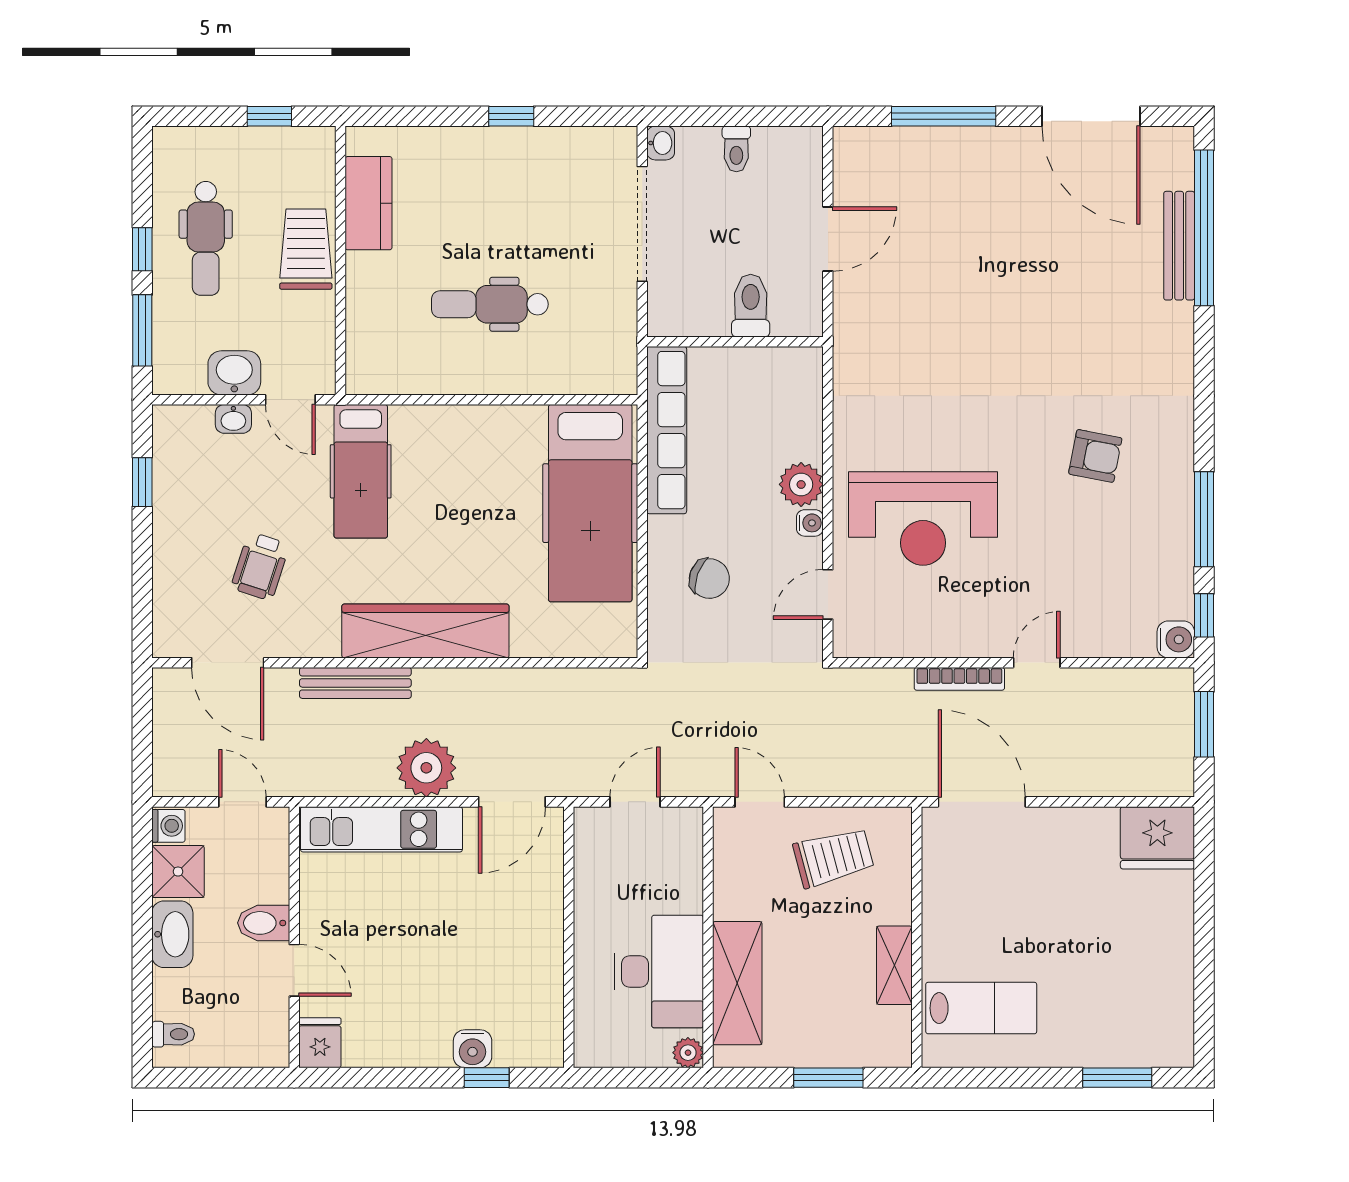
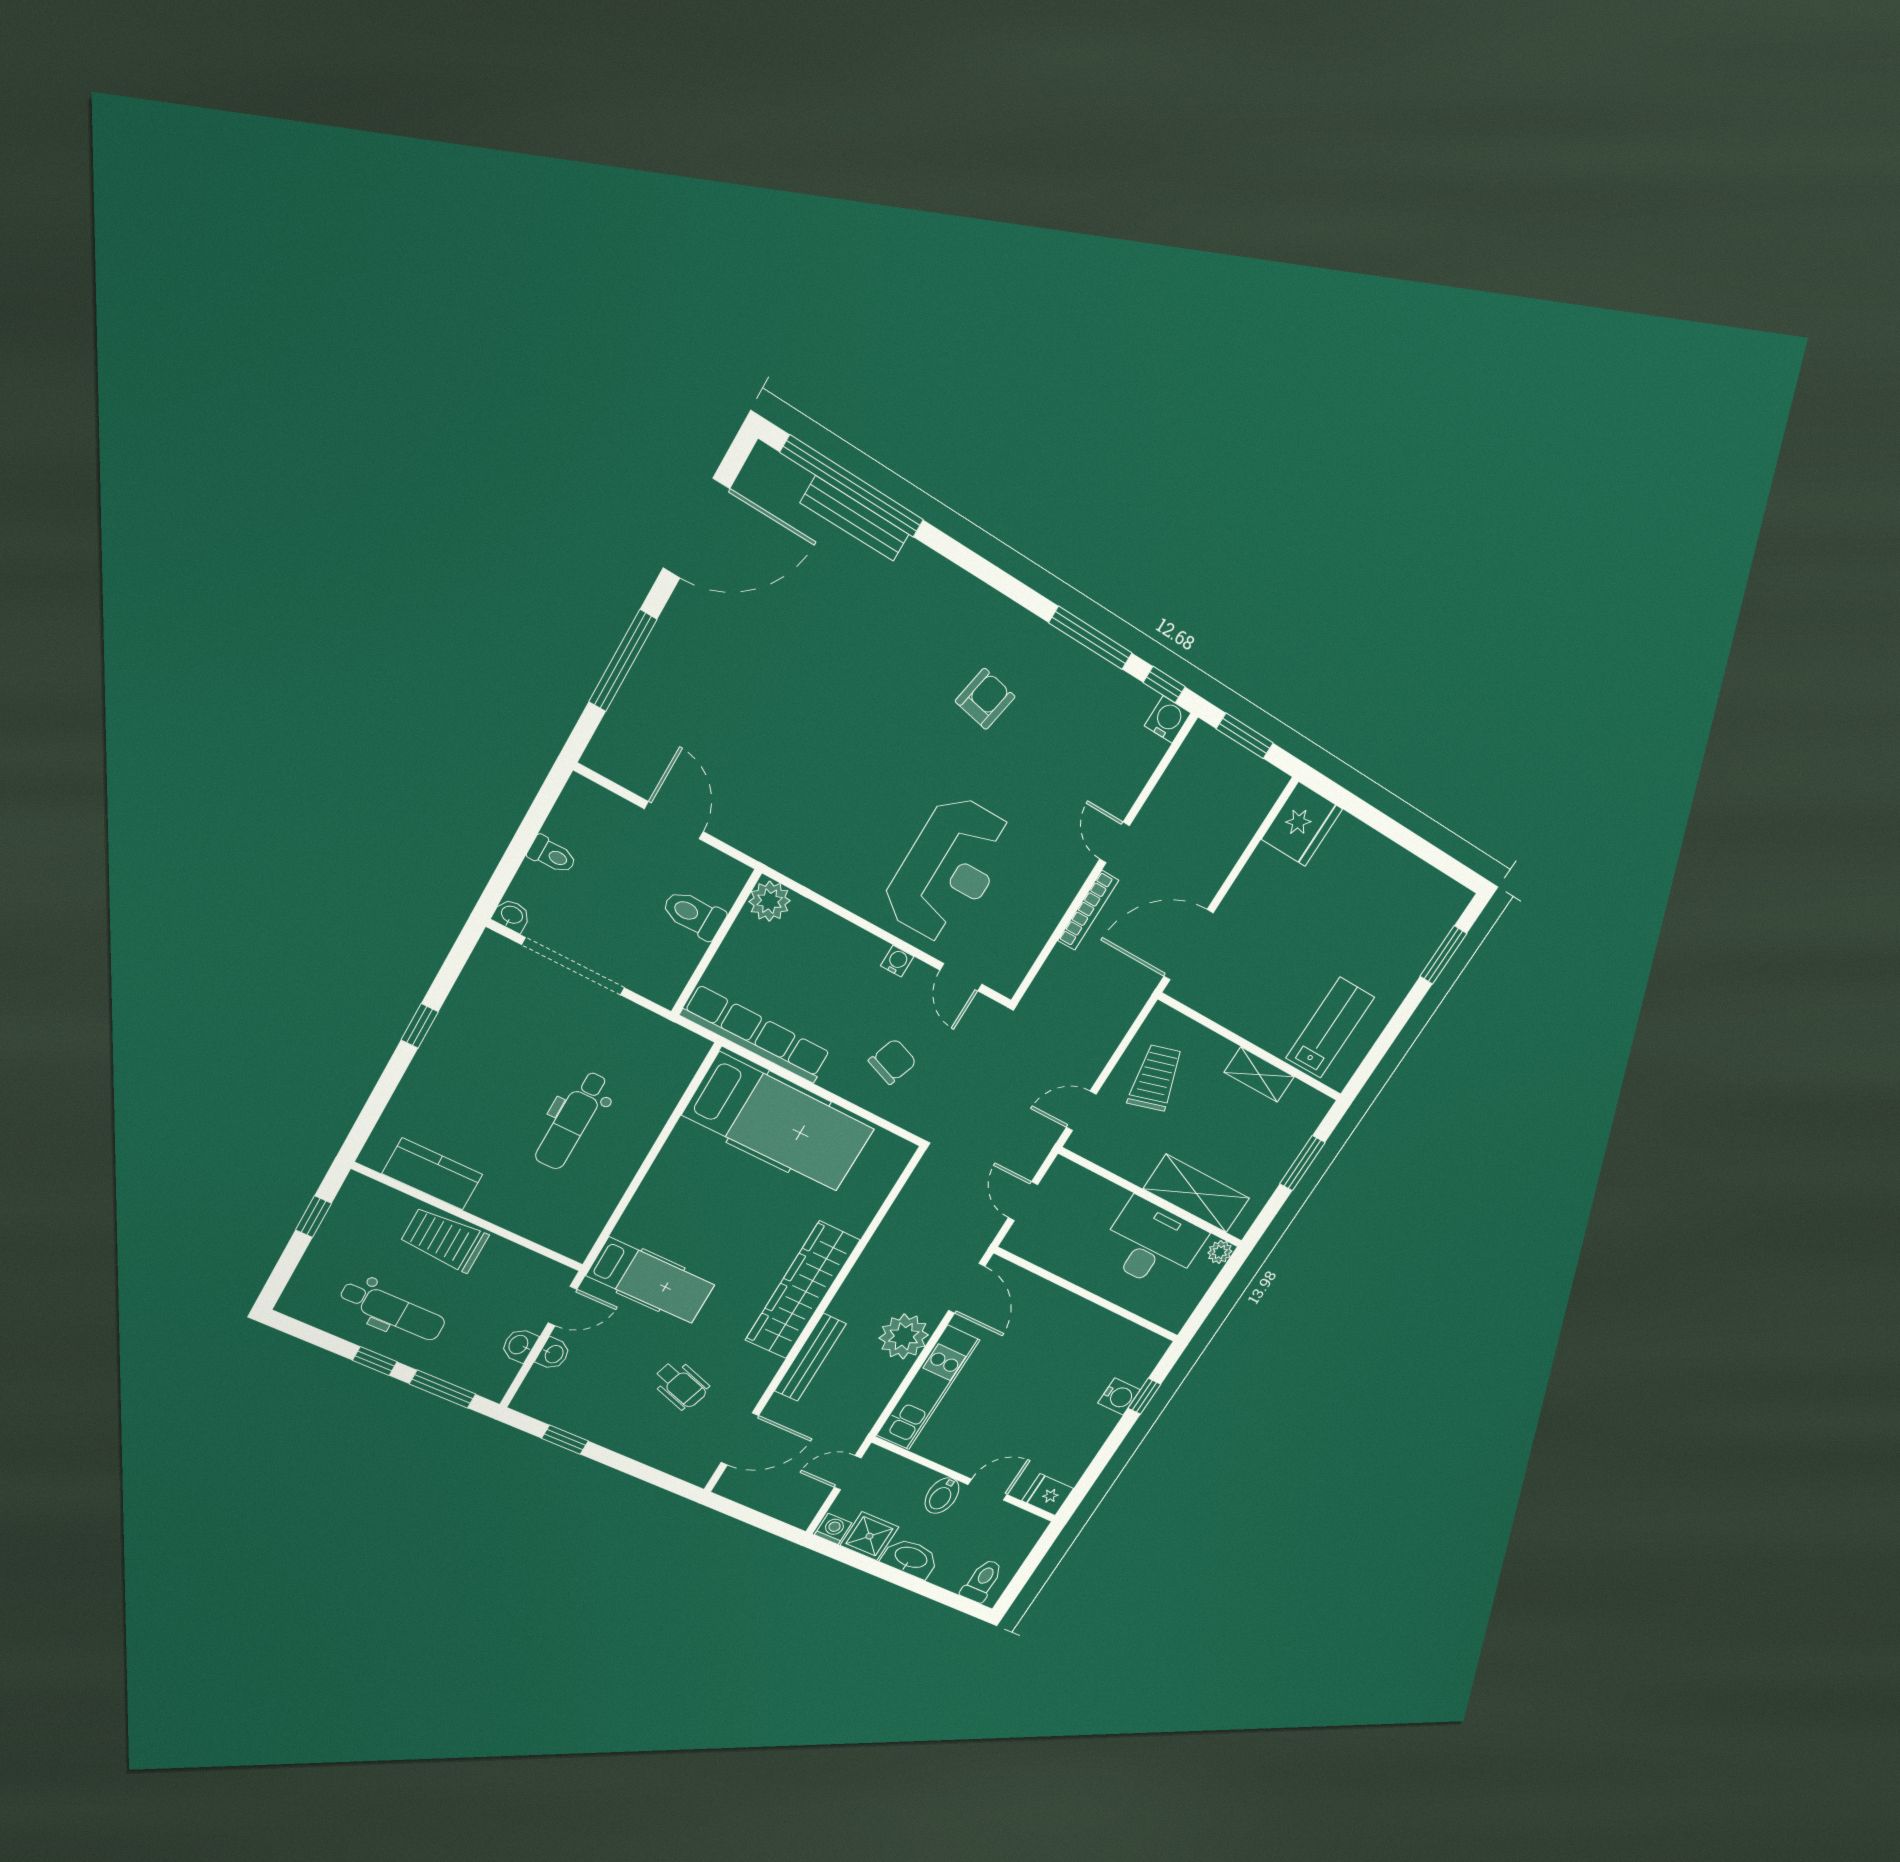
washbasin: (234, 373) -> (519, 1345), width x0.72, depth x0.69
plant: (801, 484) -> (770, 901), moved
toilet: (173, 1034) -> (982, 1581), width x1.37, depth x1.39

